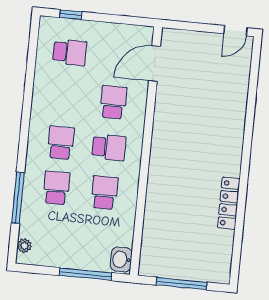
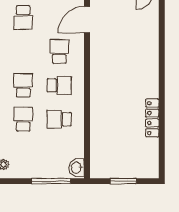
school desk: (70, 52) -> (23, 18), turned 90
school desk: (104, 193) -> (59, 119), turned -90
window: (182, 284) -> (123, 181), width x0.69

